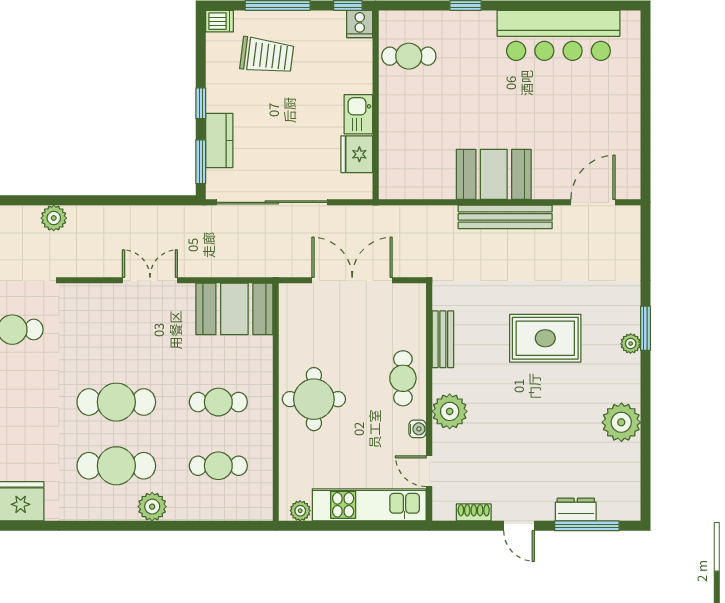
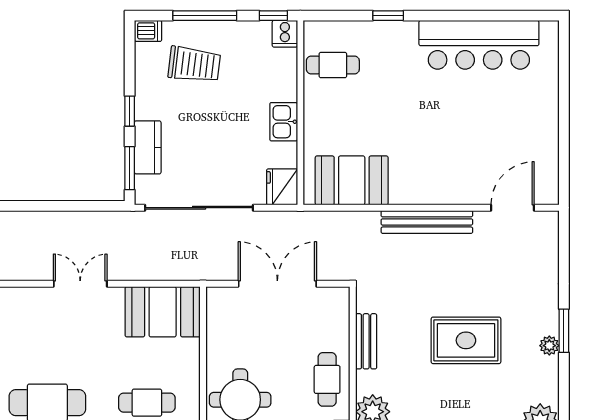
fridge: (357, 154) -> (282, 187), moved
booth: (494, 174) -> (352, 180), moved

